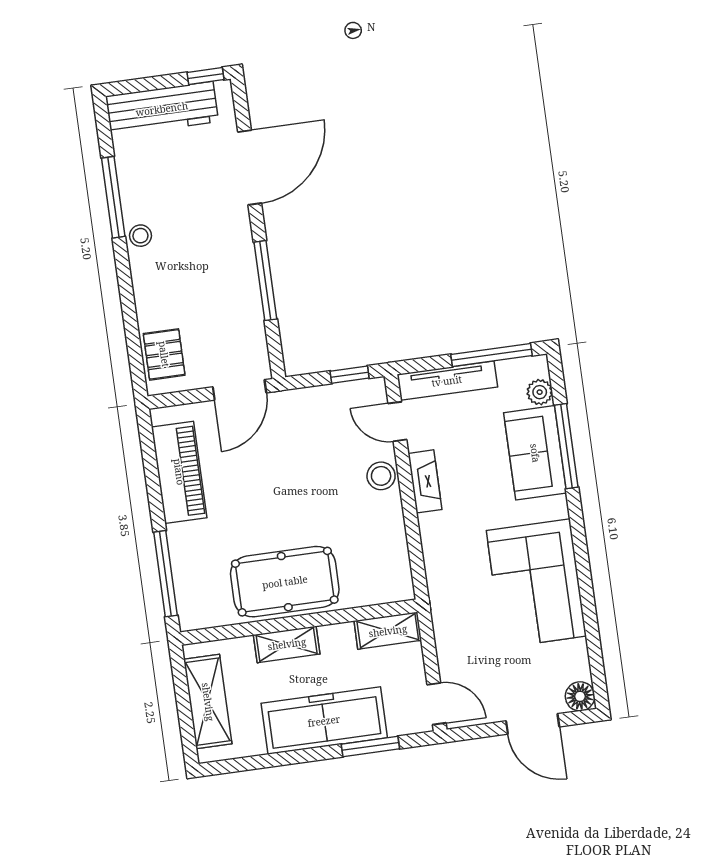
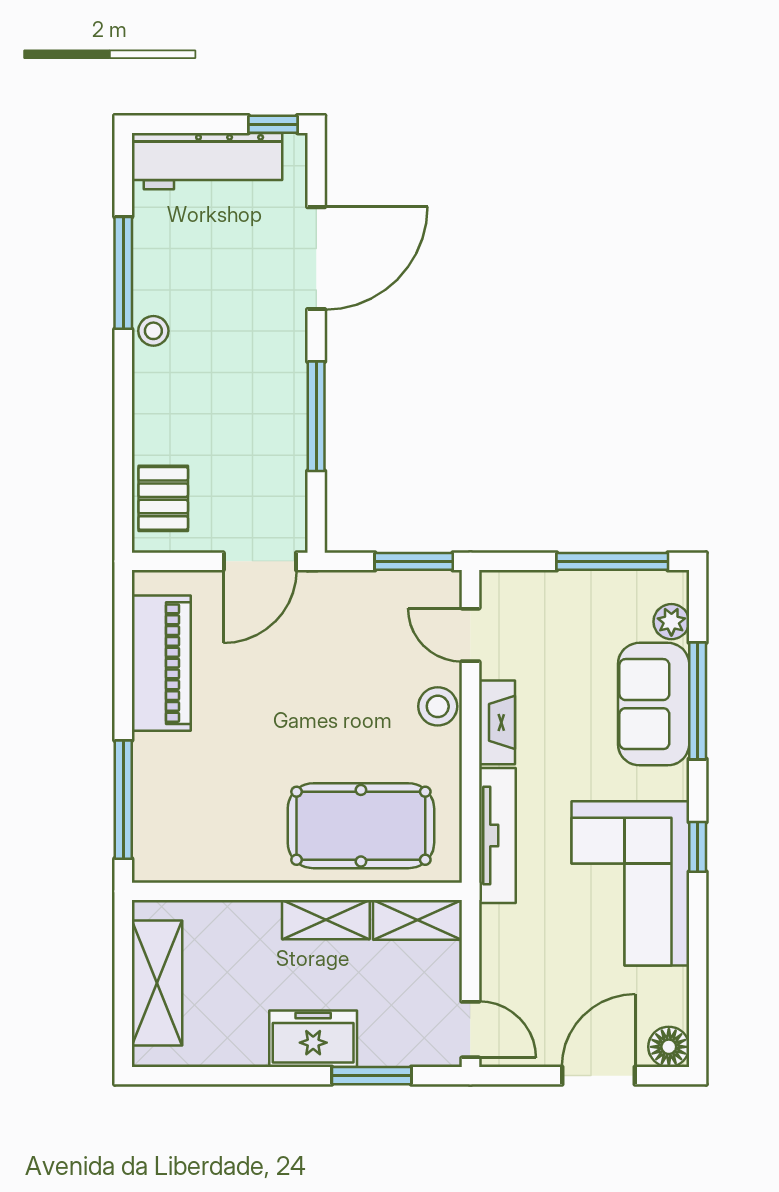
window: (350, 375) -> (414, 561), width x1.50
tv unit: (447, 381) -> (497, 835), moved, turned -90
window: (581, 551) -> (698, 847), added
pool table: (285, 582) -> (361, 826), moved
shelving: (287, 644) -> (326, 920), moved
freezer: (324, 721) -> (313, 1039), width x0.52, depth x0.79
door: (533, 724) -> (598, 1076), swing flipped

